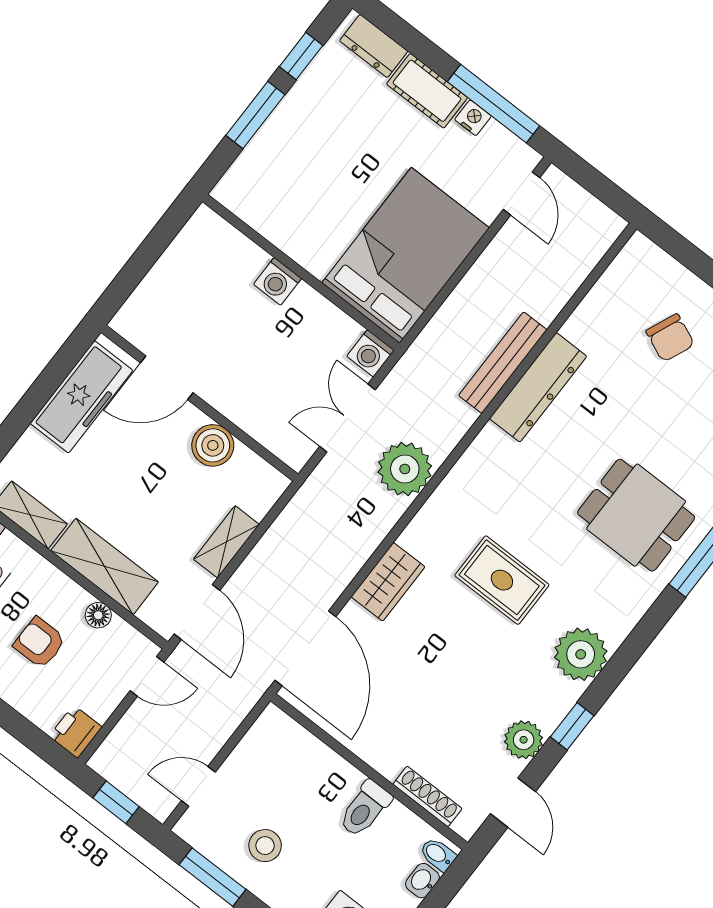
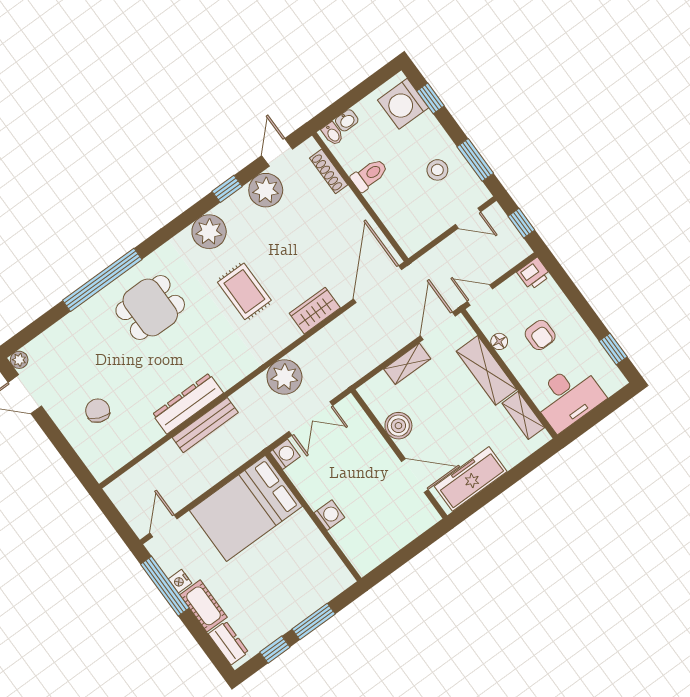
dining table: (636, 515) -> (150, 307), turned 90
plant: (524, 740) -> (266, 190), width x1.36, depth x1.36

